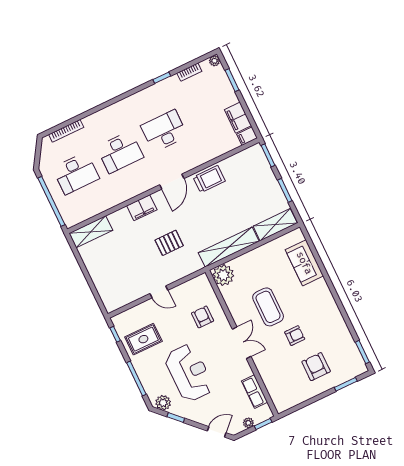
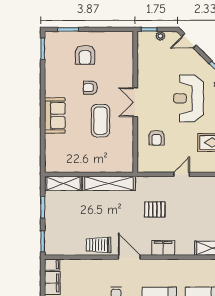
door: (172, 182) -> (129, 257), hinge flipped
sofa: (304, 263) -> (55, 115), moved
plant: (223, 275) -> (124, 163), removed
door: (159, 292) -> (182, 174), hinge flipped
row of seats: (255, 392) -> (144, 58), removed

